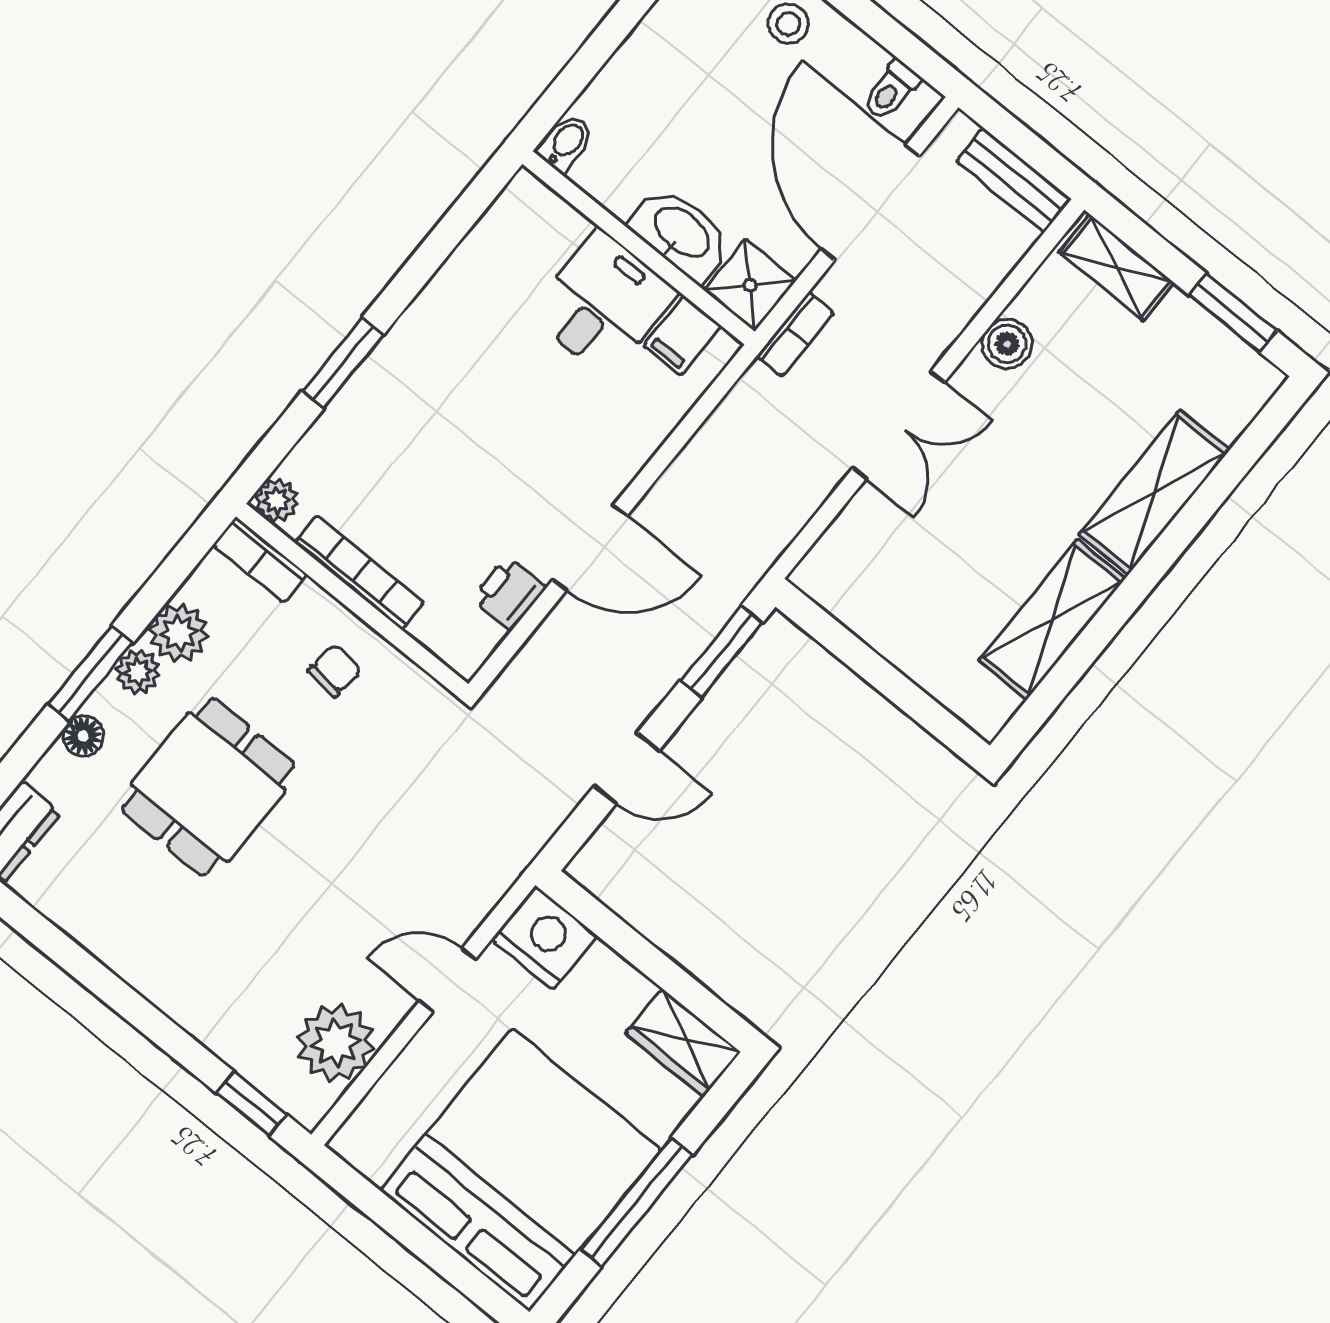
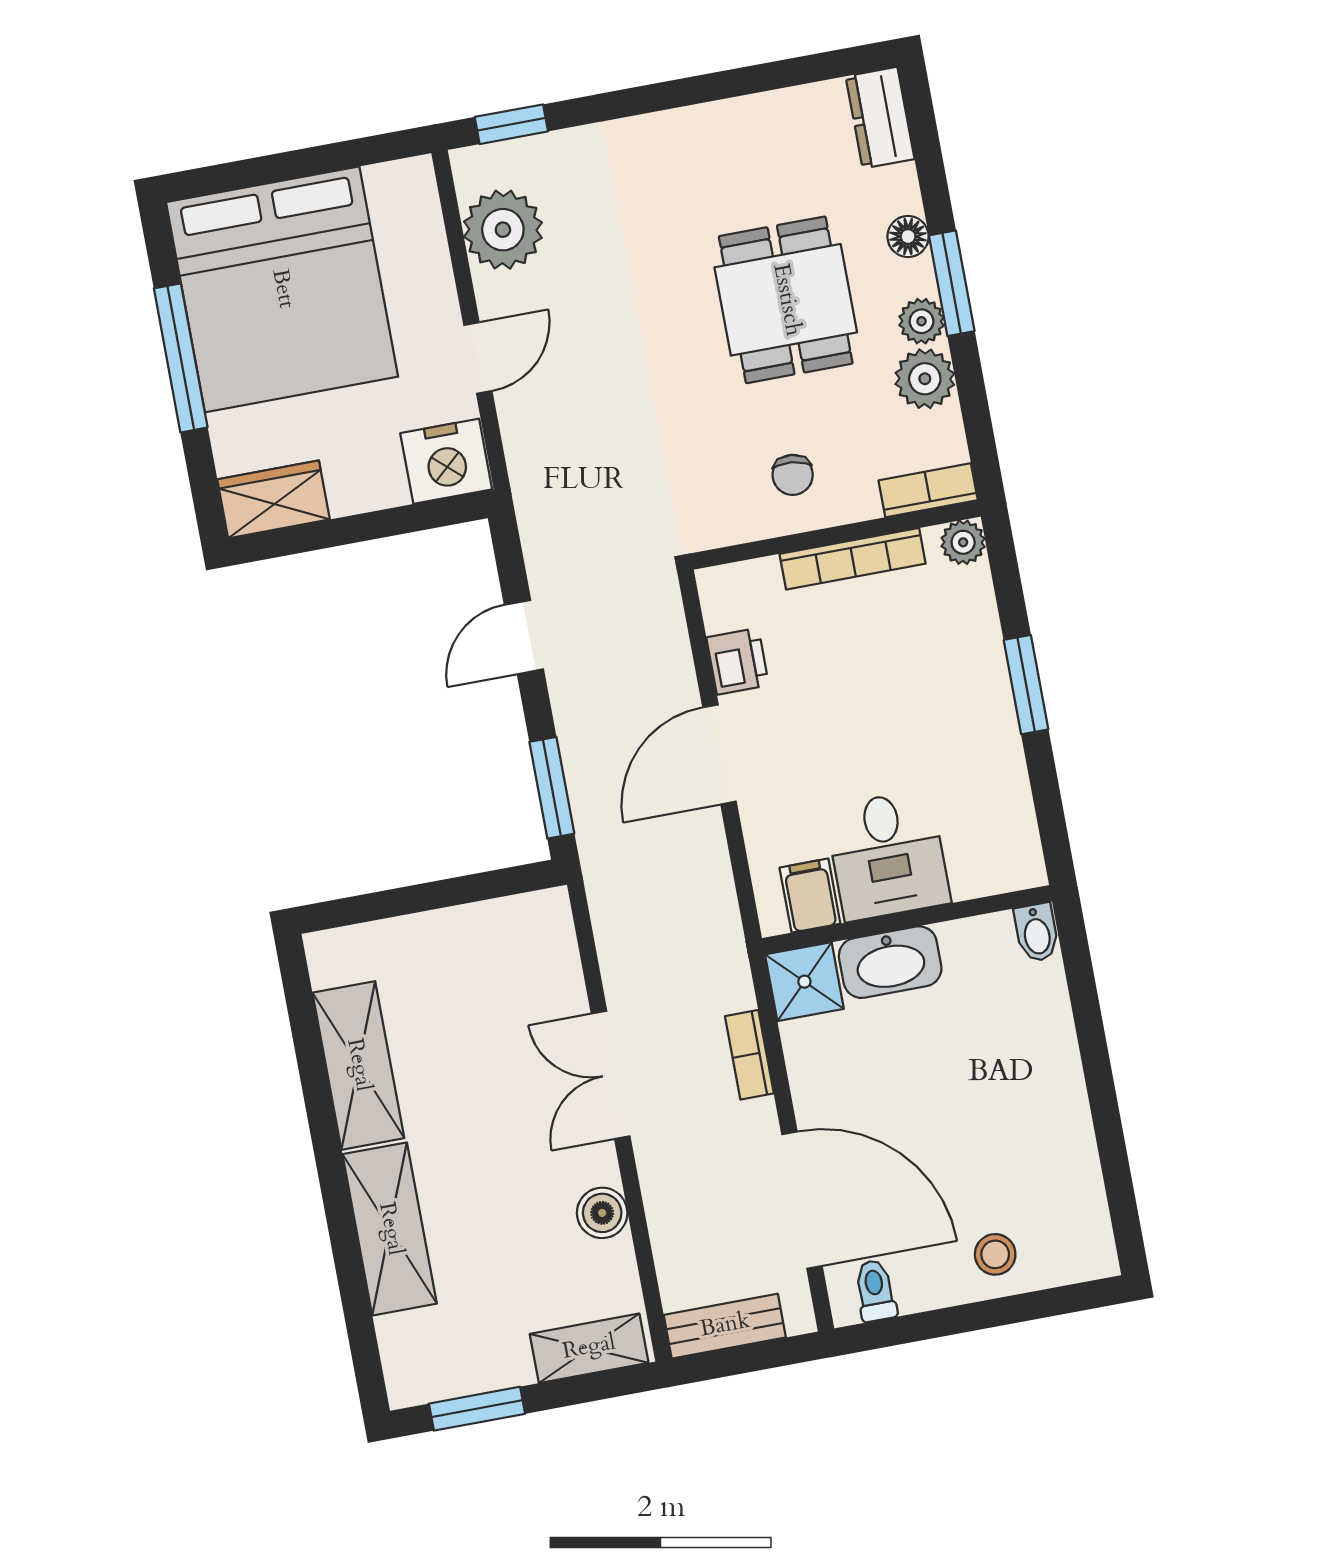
bidet: (566, 143) -> (1037, 933), moved
washbasin: (681, 233) -> (890, 962), moved
wall: (639, 248) -> (907, 920), moved
shower: (750, 285) -> (804, 982), moved
desk: (603, 303) -> (888, 855), moved
filing cabinet: (682, 336) -> (810, 896), moved

